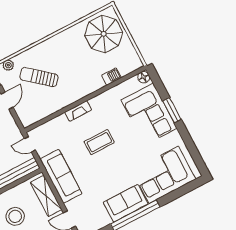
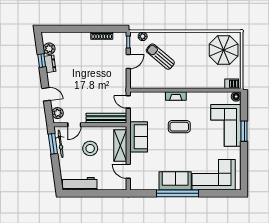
barbecue: (111, 77) -> (232, 84), moved
sofa: (61, 176) -> (139, 137), width x0.73

